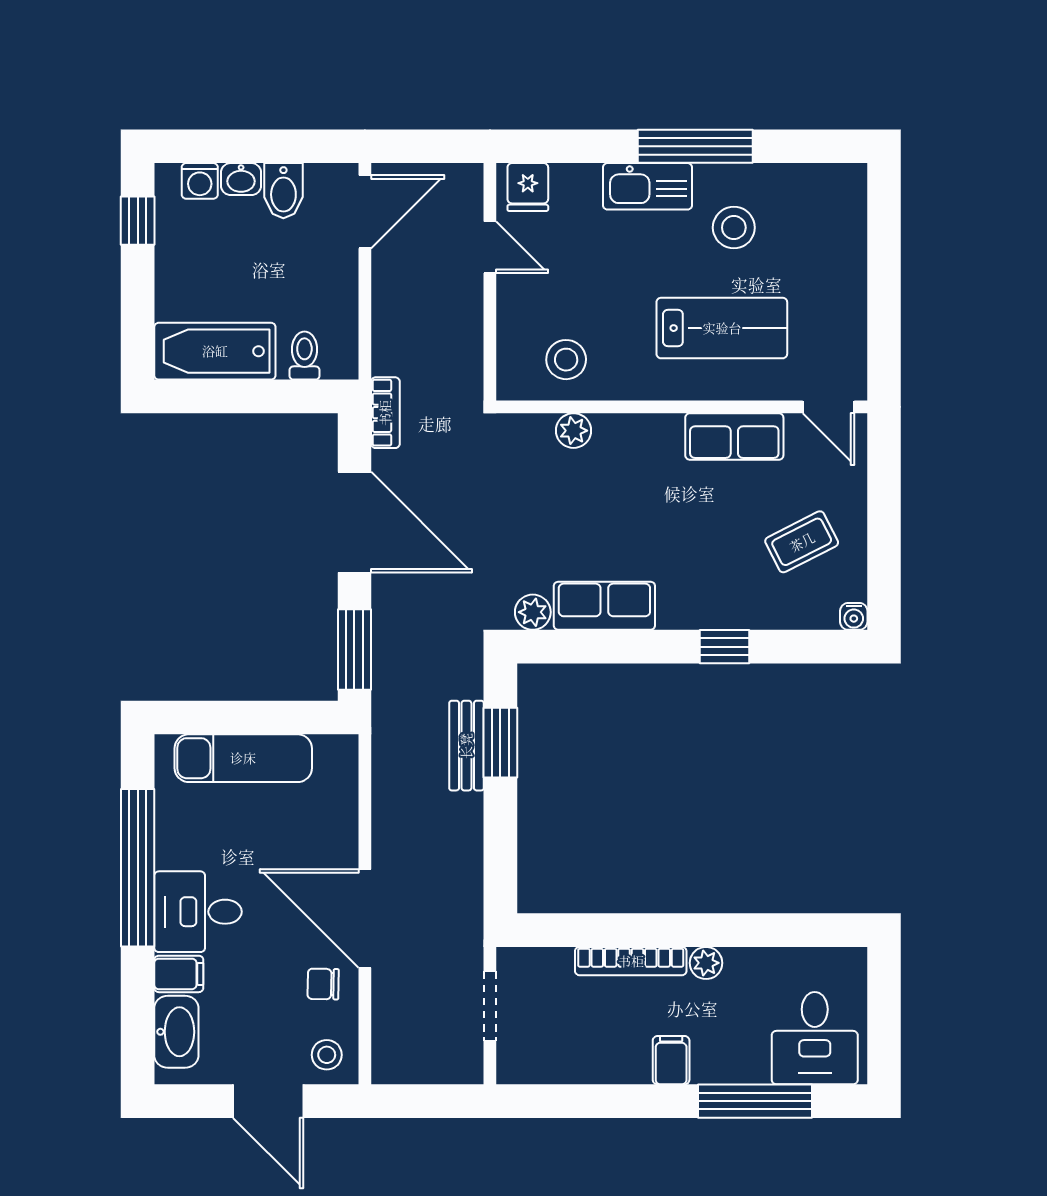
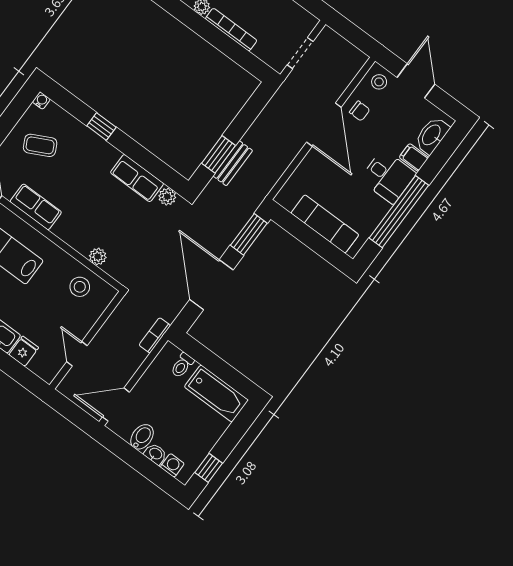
fridge: (528, 187) -> (24, 351), moved
bookcase: (385, 413) -> (155, 335), moved

